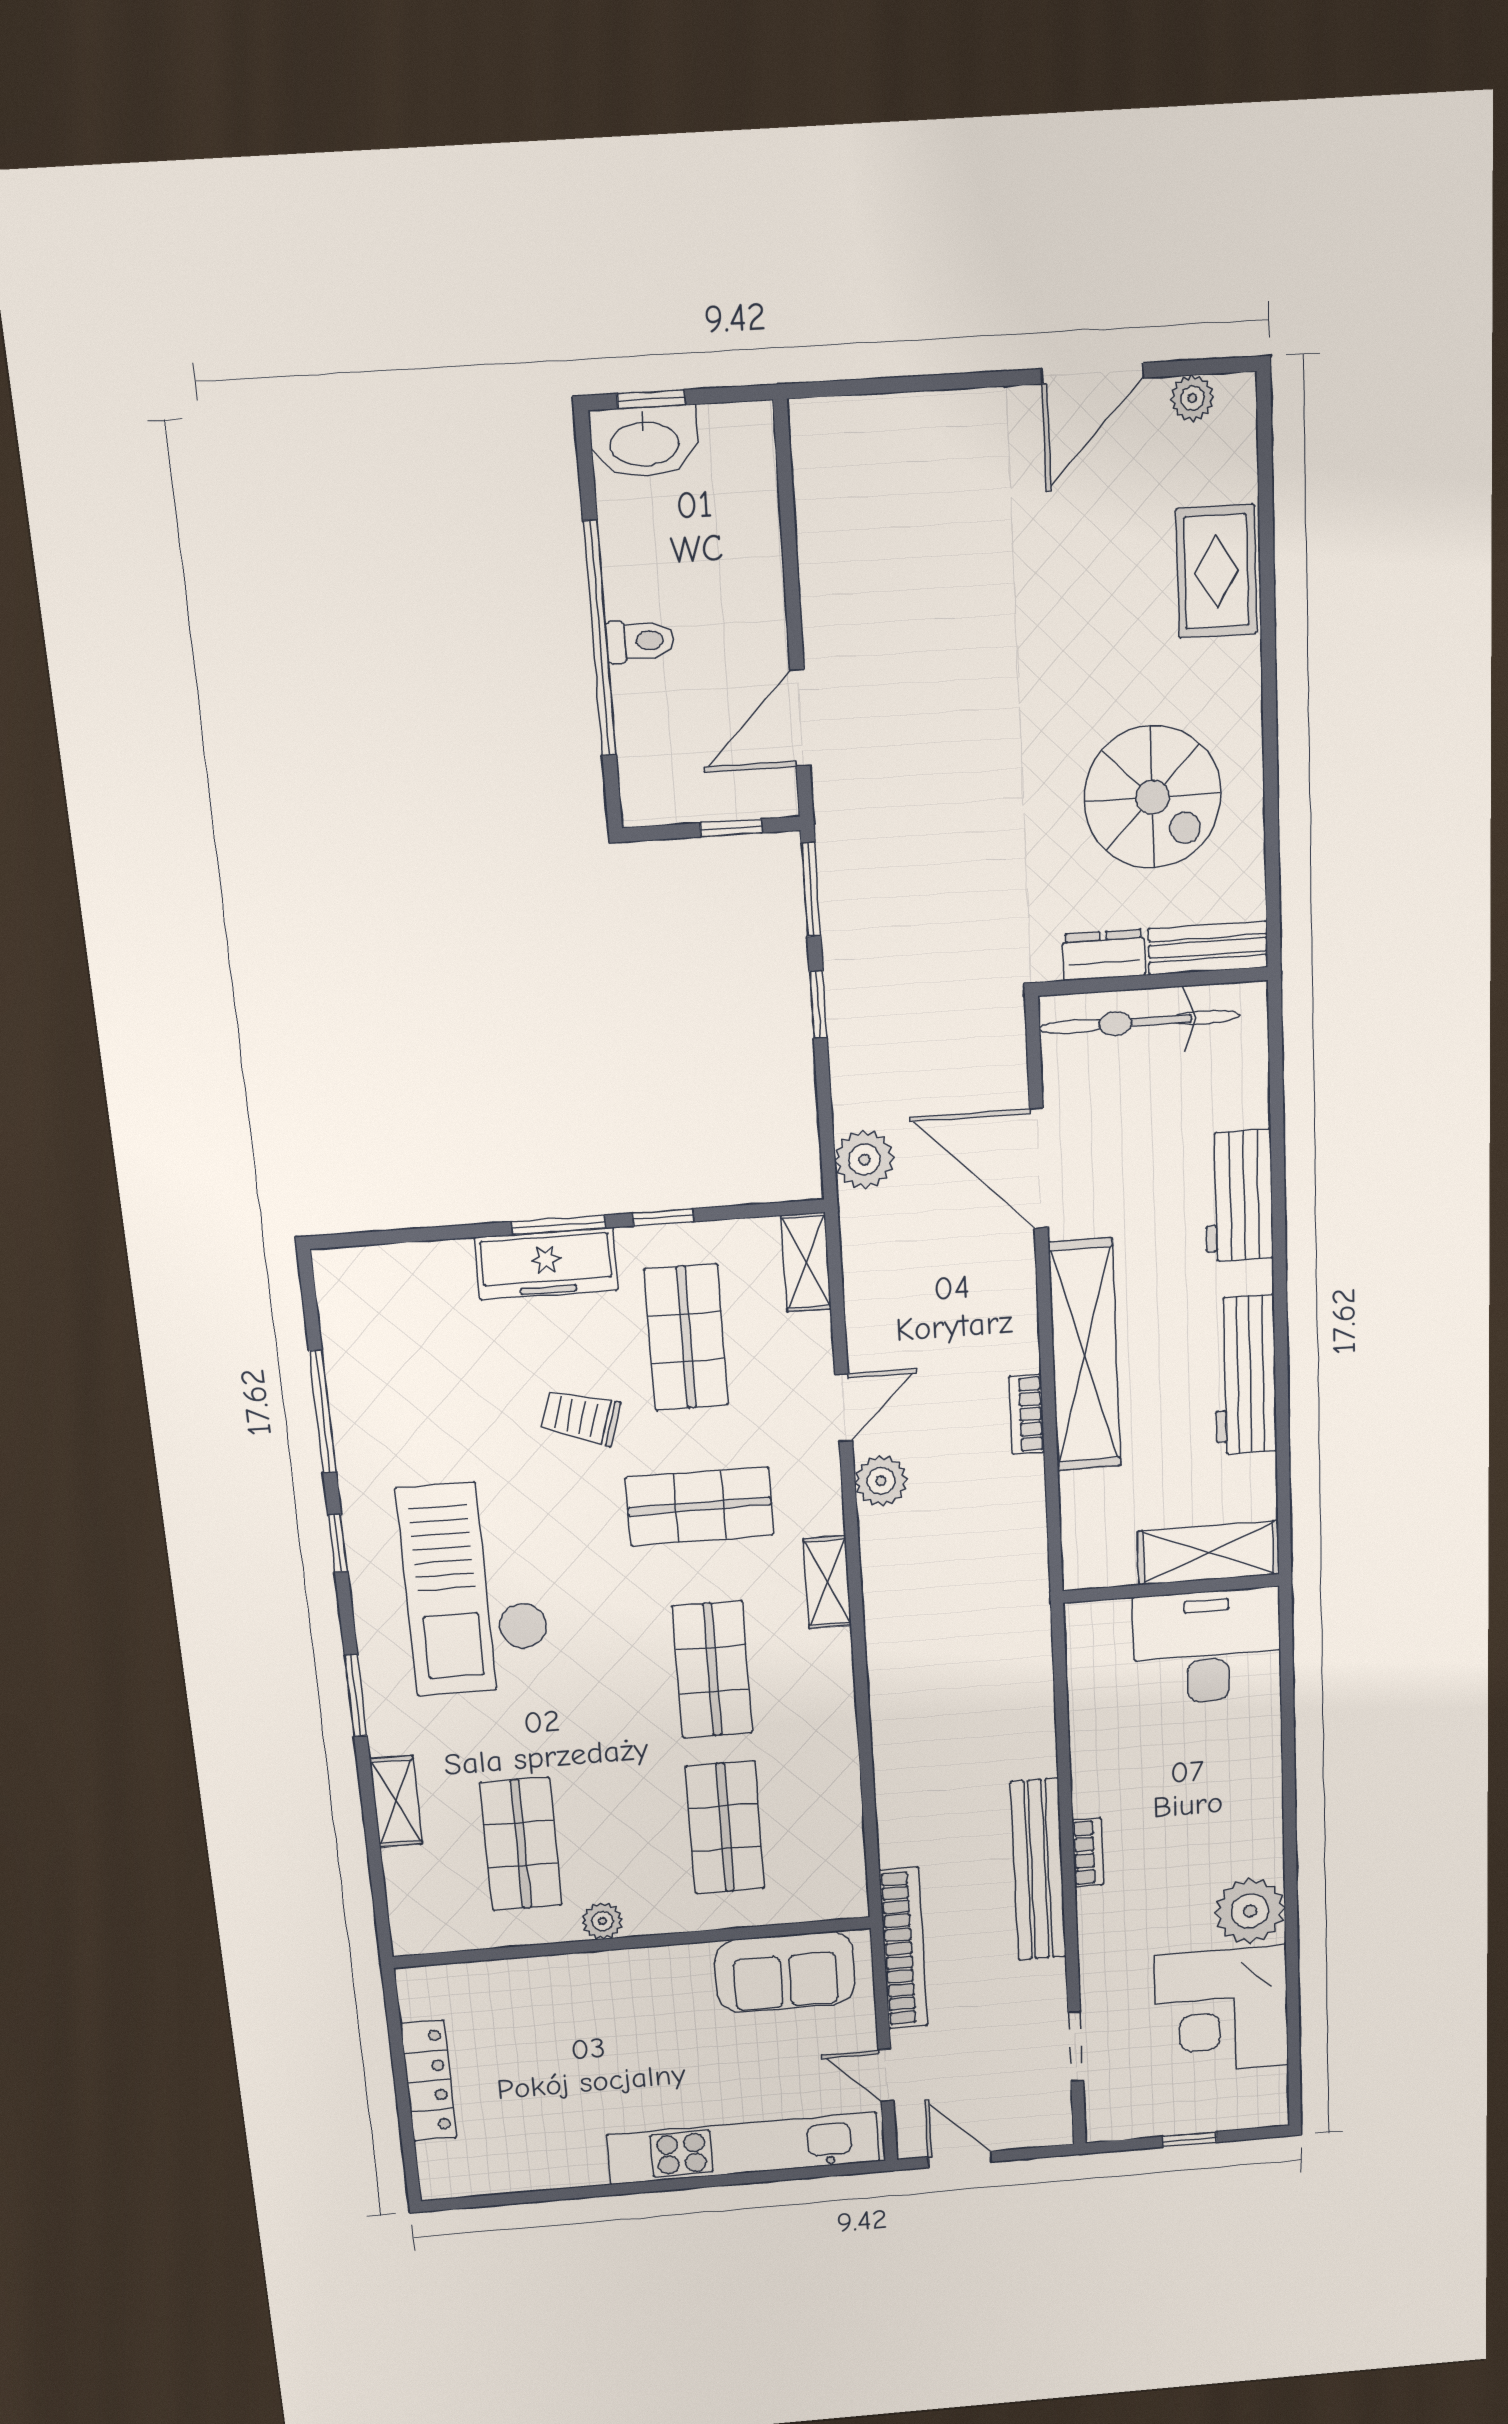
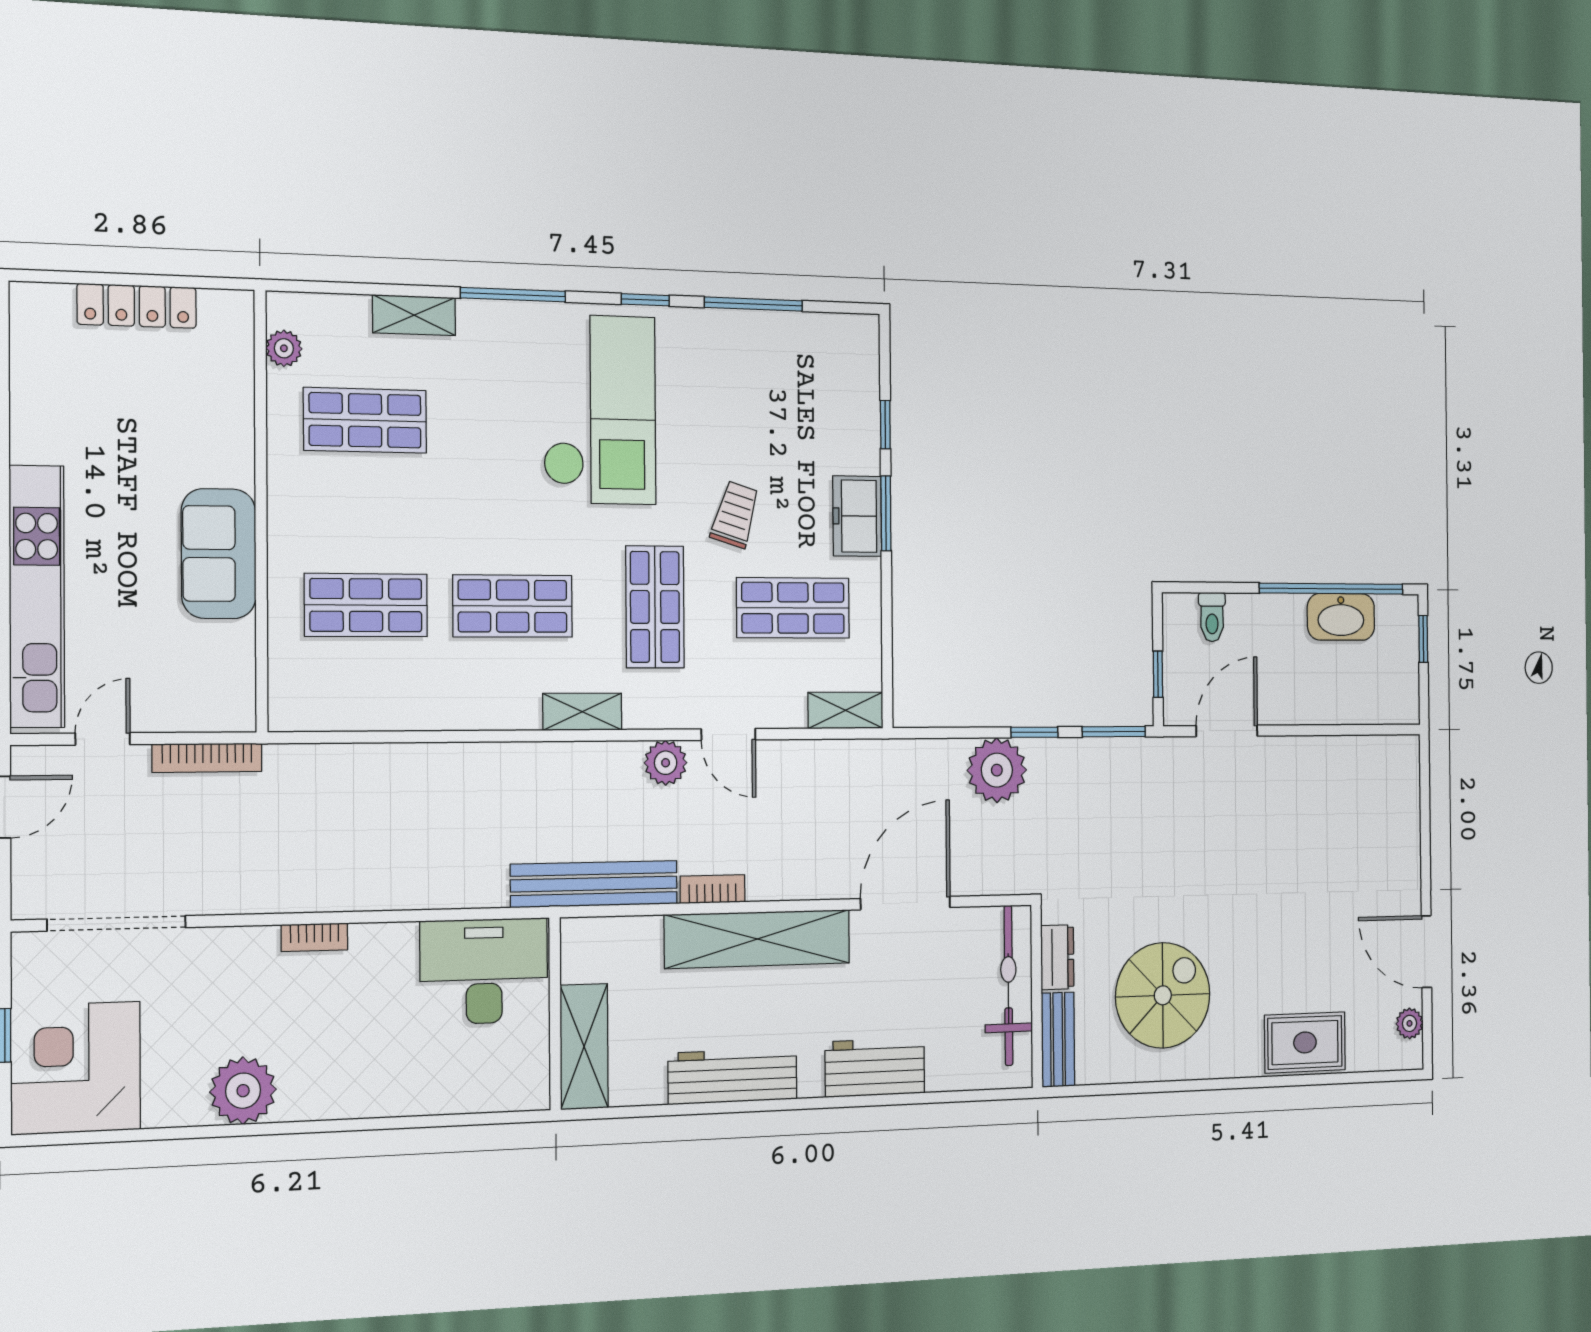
washbasin: (644, 442) -> (1341, 617), moved, turned -90
window: (600, 639) -> (1331, 589), moved
toilet: (640, 641) -> (1212, 617), moved
door: (800, 718) -> (1227, 731), hinge flipped
spiral stairs: (1152, 797) -> (1163, 995), turned 180
plant: (864, 1160) -> (997, 770), moved, width x1.36, depth x1.36
window: (663, 1217) -> (885, 425), moved
freezer: (546, 1264) -> (857, 516), width x0.71
checkout: (475, 1588) -> (600, 409), turned 90
desk: (1207, 1646) -> (484, 971), moved, turned -90
window: (356, 1695) -> (513, 295), width x1.44
bench: (1038, 1870) -> (594, 884), moved
plant: (602, 1921) -> (284, 348), moved
bookcase: (903, 1948) -> (207, 758), width x0.68, depth x0.76
sofa: (785, 1972) -> (219, 554), moved
corner desk: (1222, 2010) -> (76, 1068), moved
doorway: (1076, 2046) -> (117, 923), width x1.88

